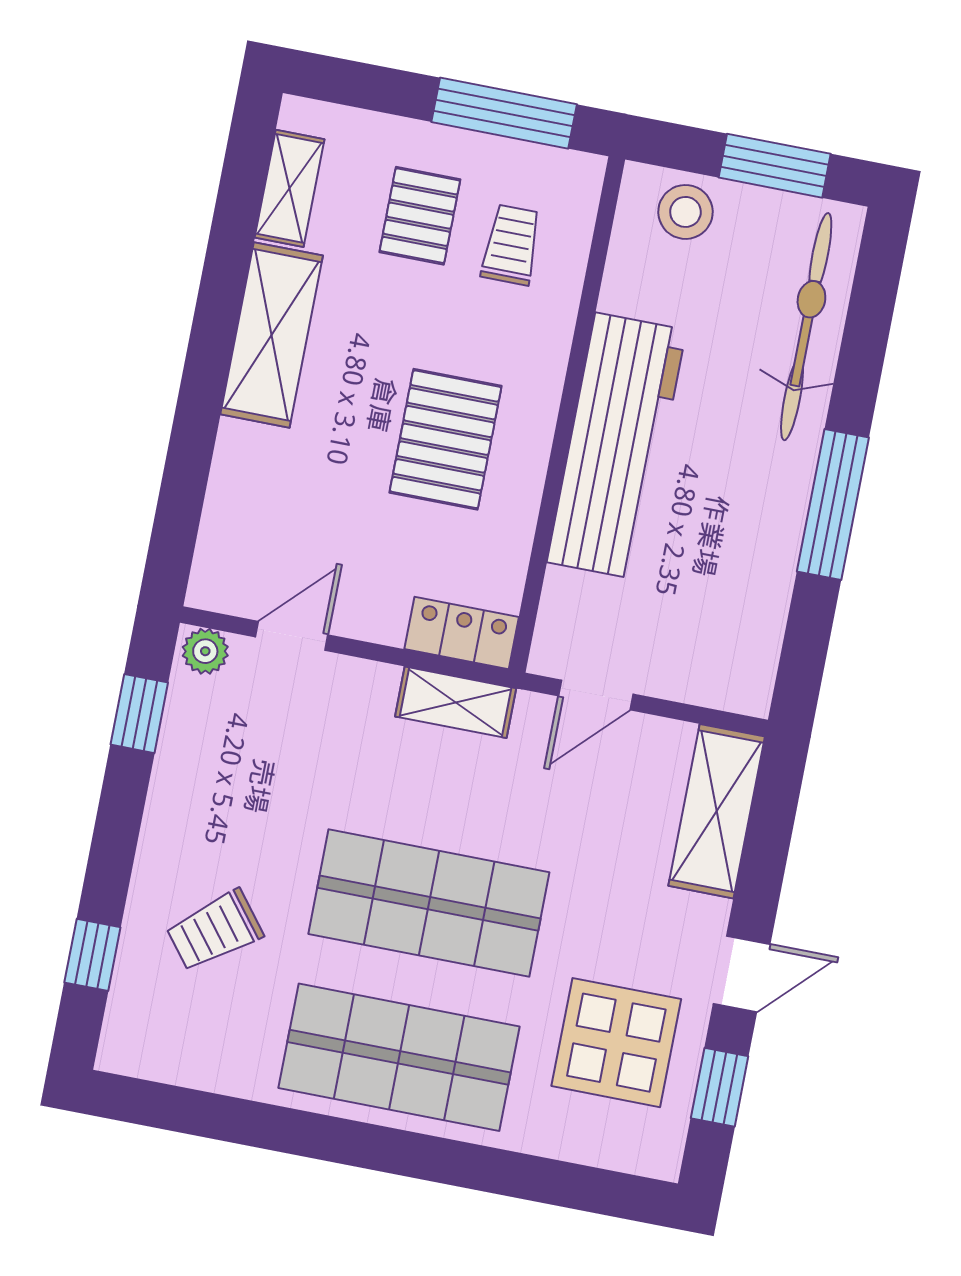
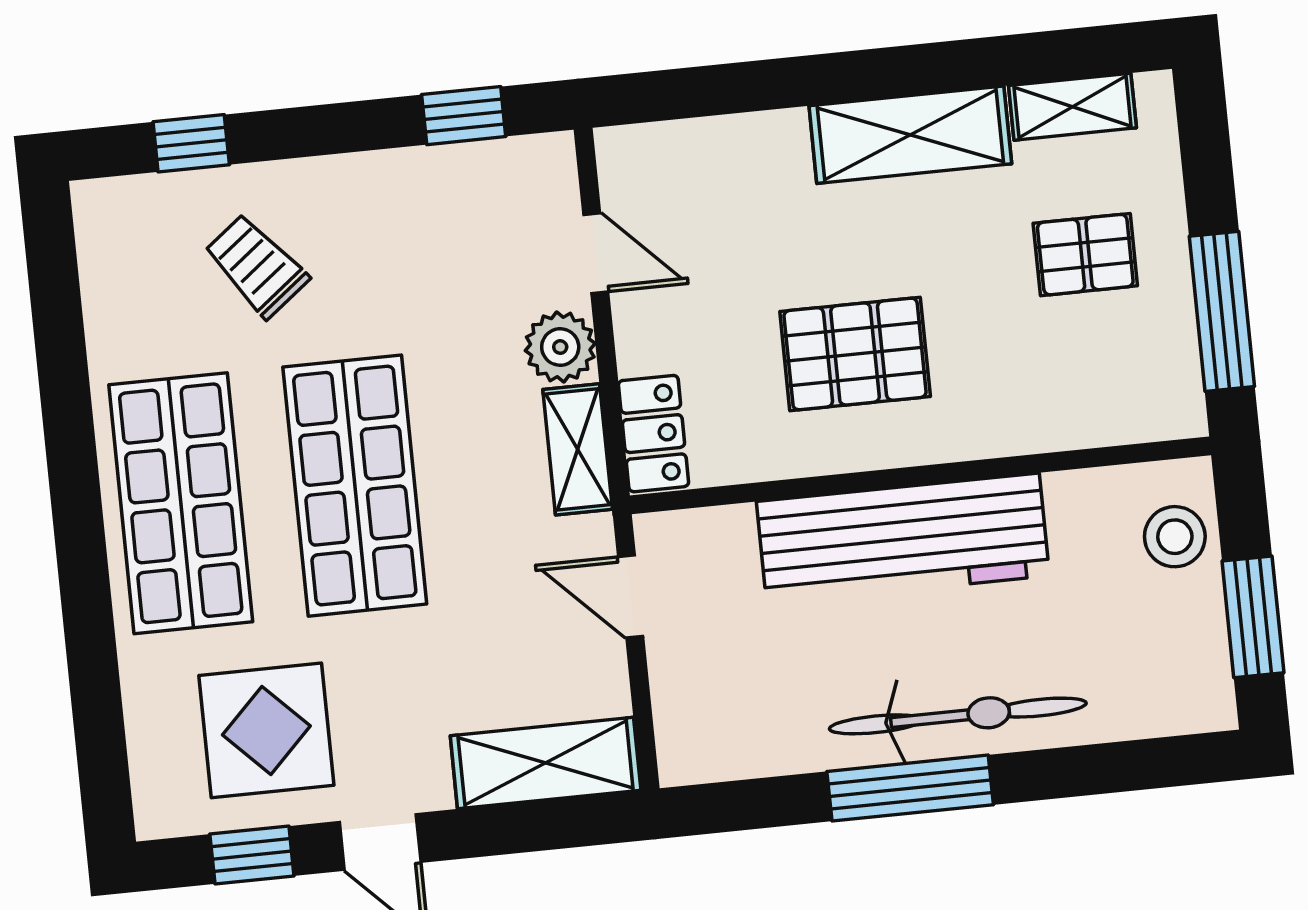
trolley: (511, 245) -> (1084, 361), removed
bicycle: (806, 327) -> (958, 716), moved
plant: (205, 651) -> (560, 347), moved, width x1.38, depth x1.38

